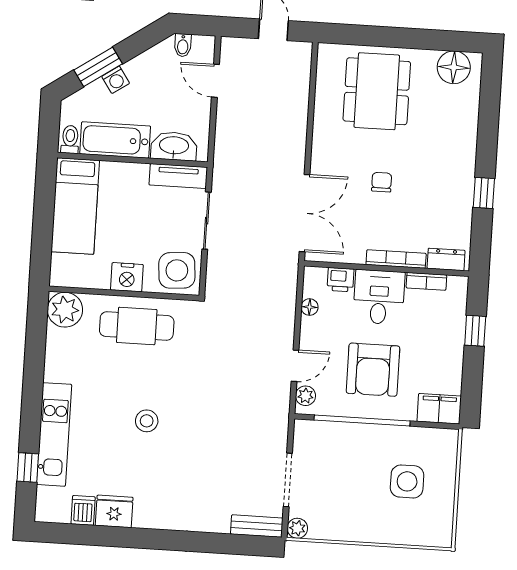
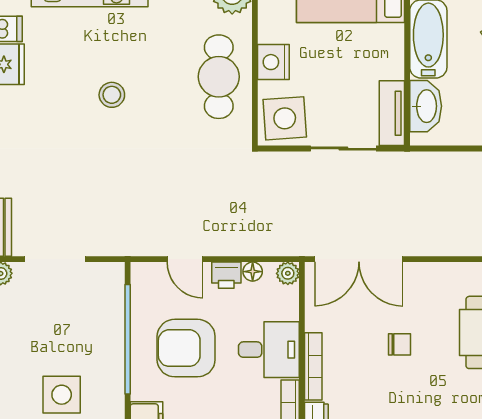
printer: (341, 280) -> (226, 275), moved, turned -90
plant: (306, 396) -> (288, 273), moved

